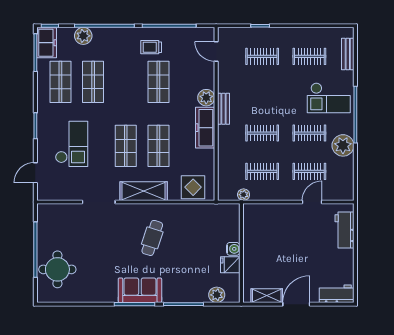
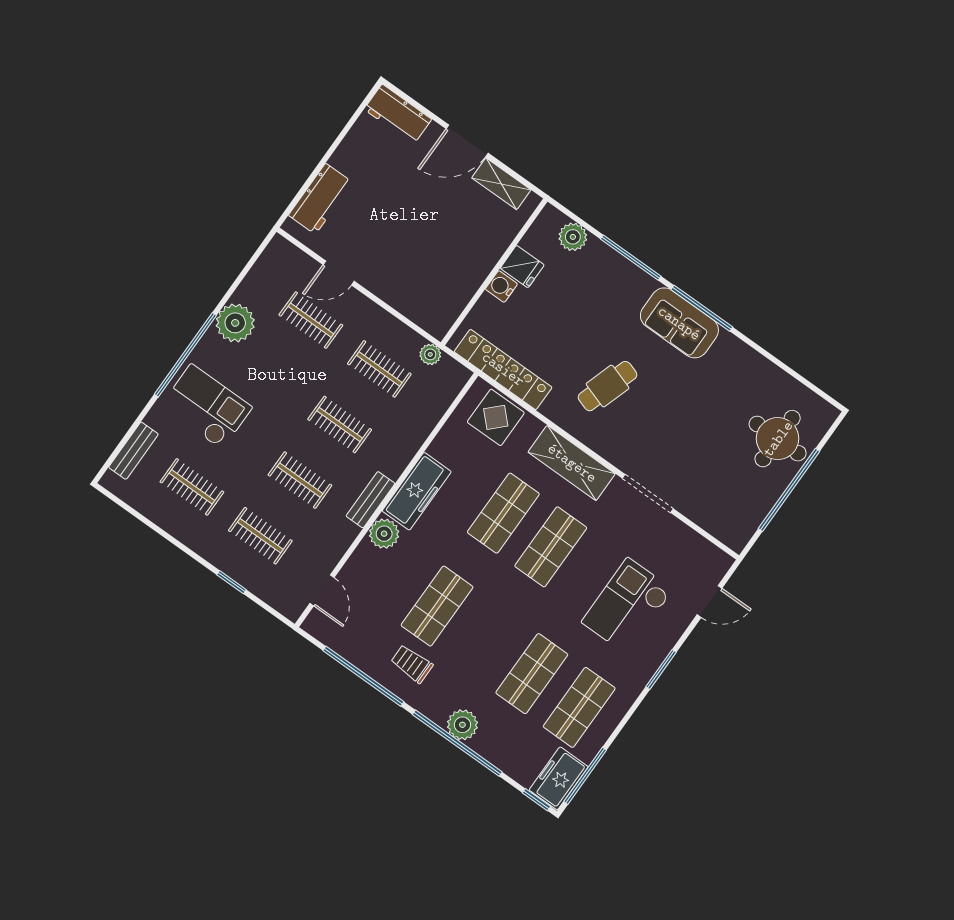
plant: (83, 36) -> (462, 725), moved
trolley: (151, 47) -> (412, 664), turned 180
clothes rail: (309, 133) -> (300, 480), moved
locker: (205, 211) -> (503, 369), added

